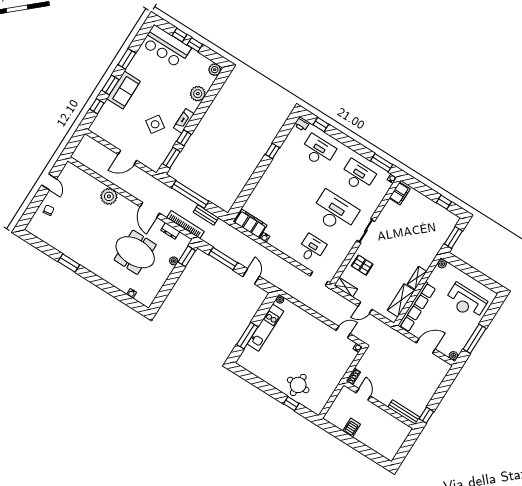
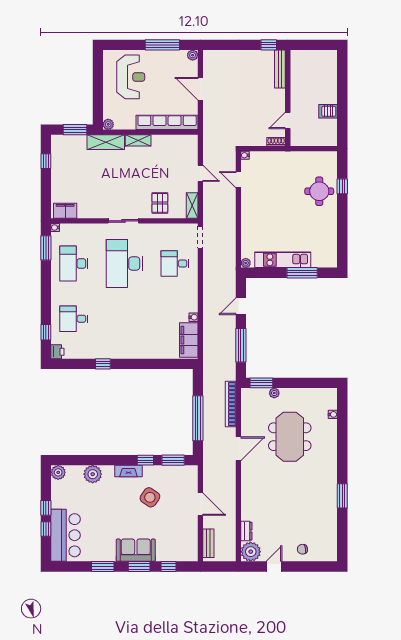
desk: (318, 151) -> (74, 319), width x0.73
plant: (109, 196) -> (251, 552), moved
bench: (206, 215) -> (208, 543), moved
dresser: (170, 231) -> (246, 531), moved
shelving: (401, 300) -> (106, 142), moved

